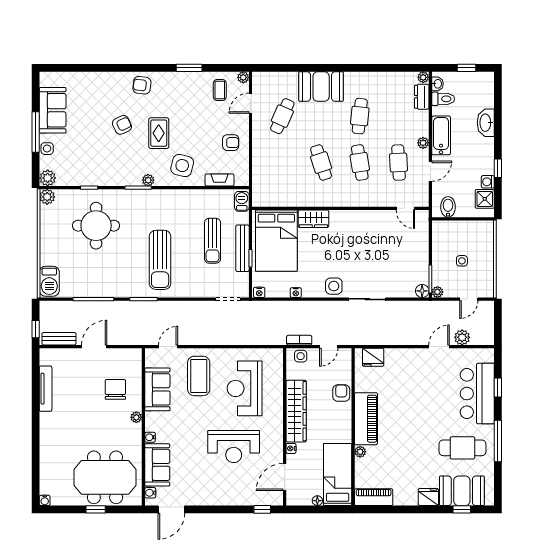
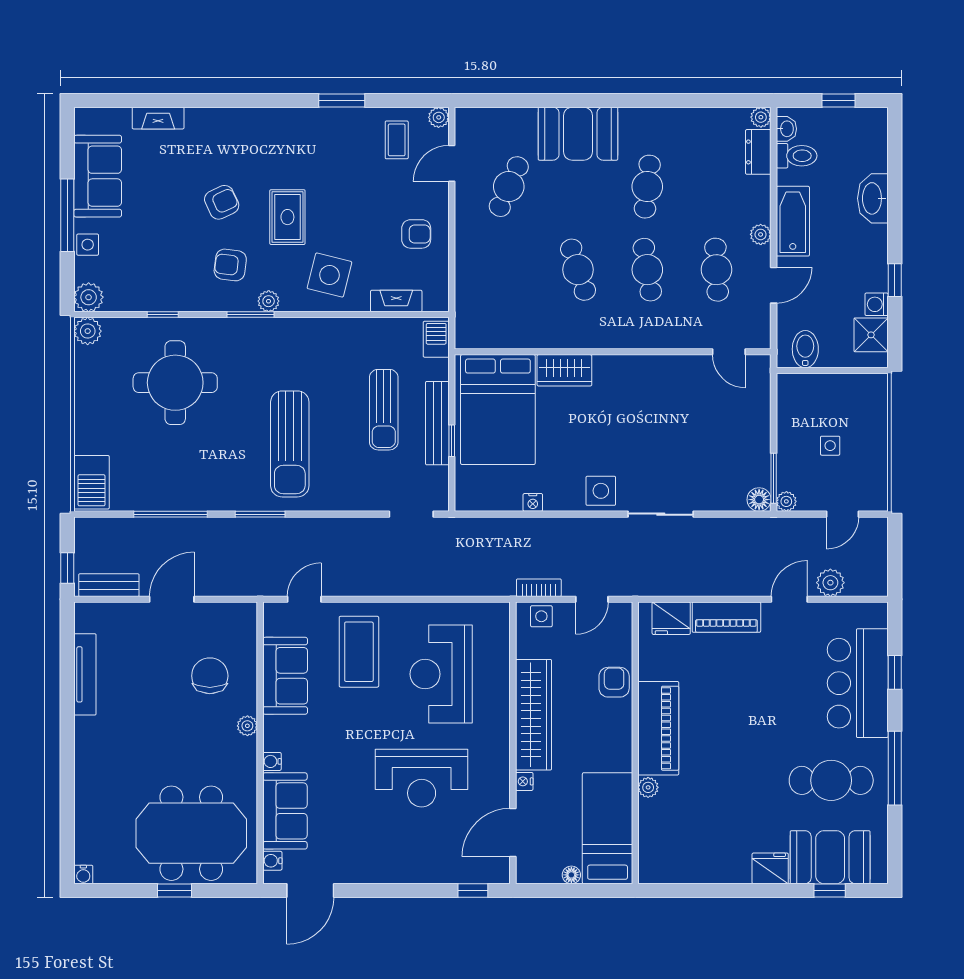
fireplace: (86, 78) -> (158, 118), added
armchair: (142, 85) -> (230, 265), moved
nightstand: (259, 292) -> (467, 502), removed
piano: (374, 497) -> (726, 617), moved, turned 180

